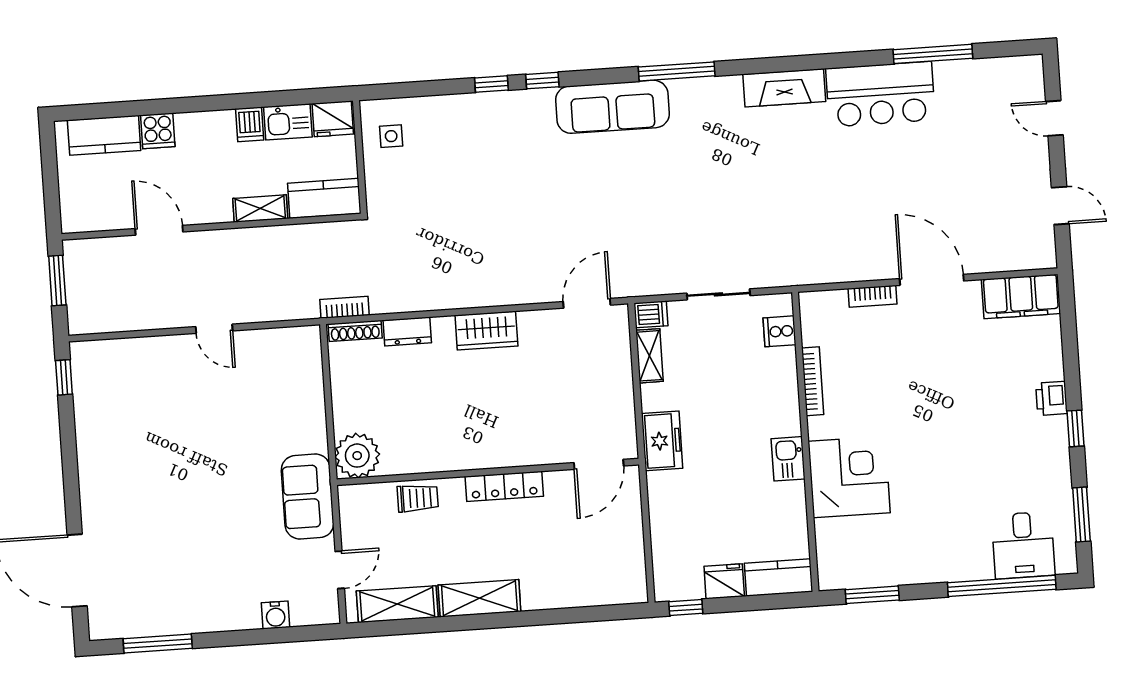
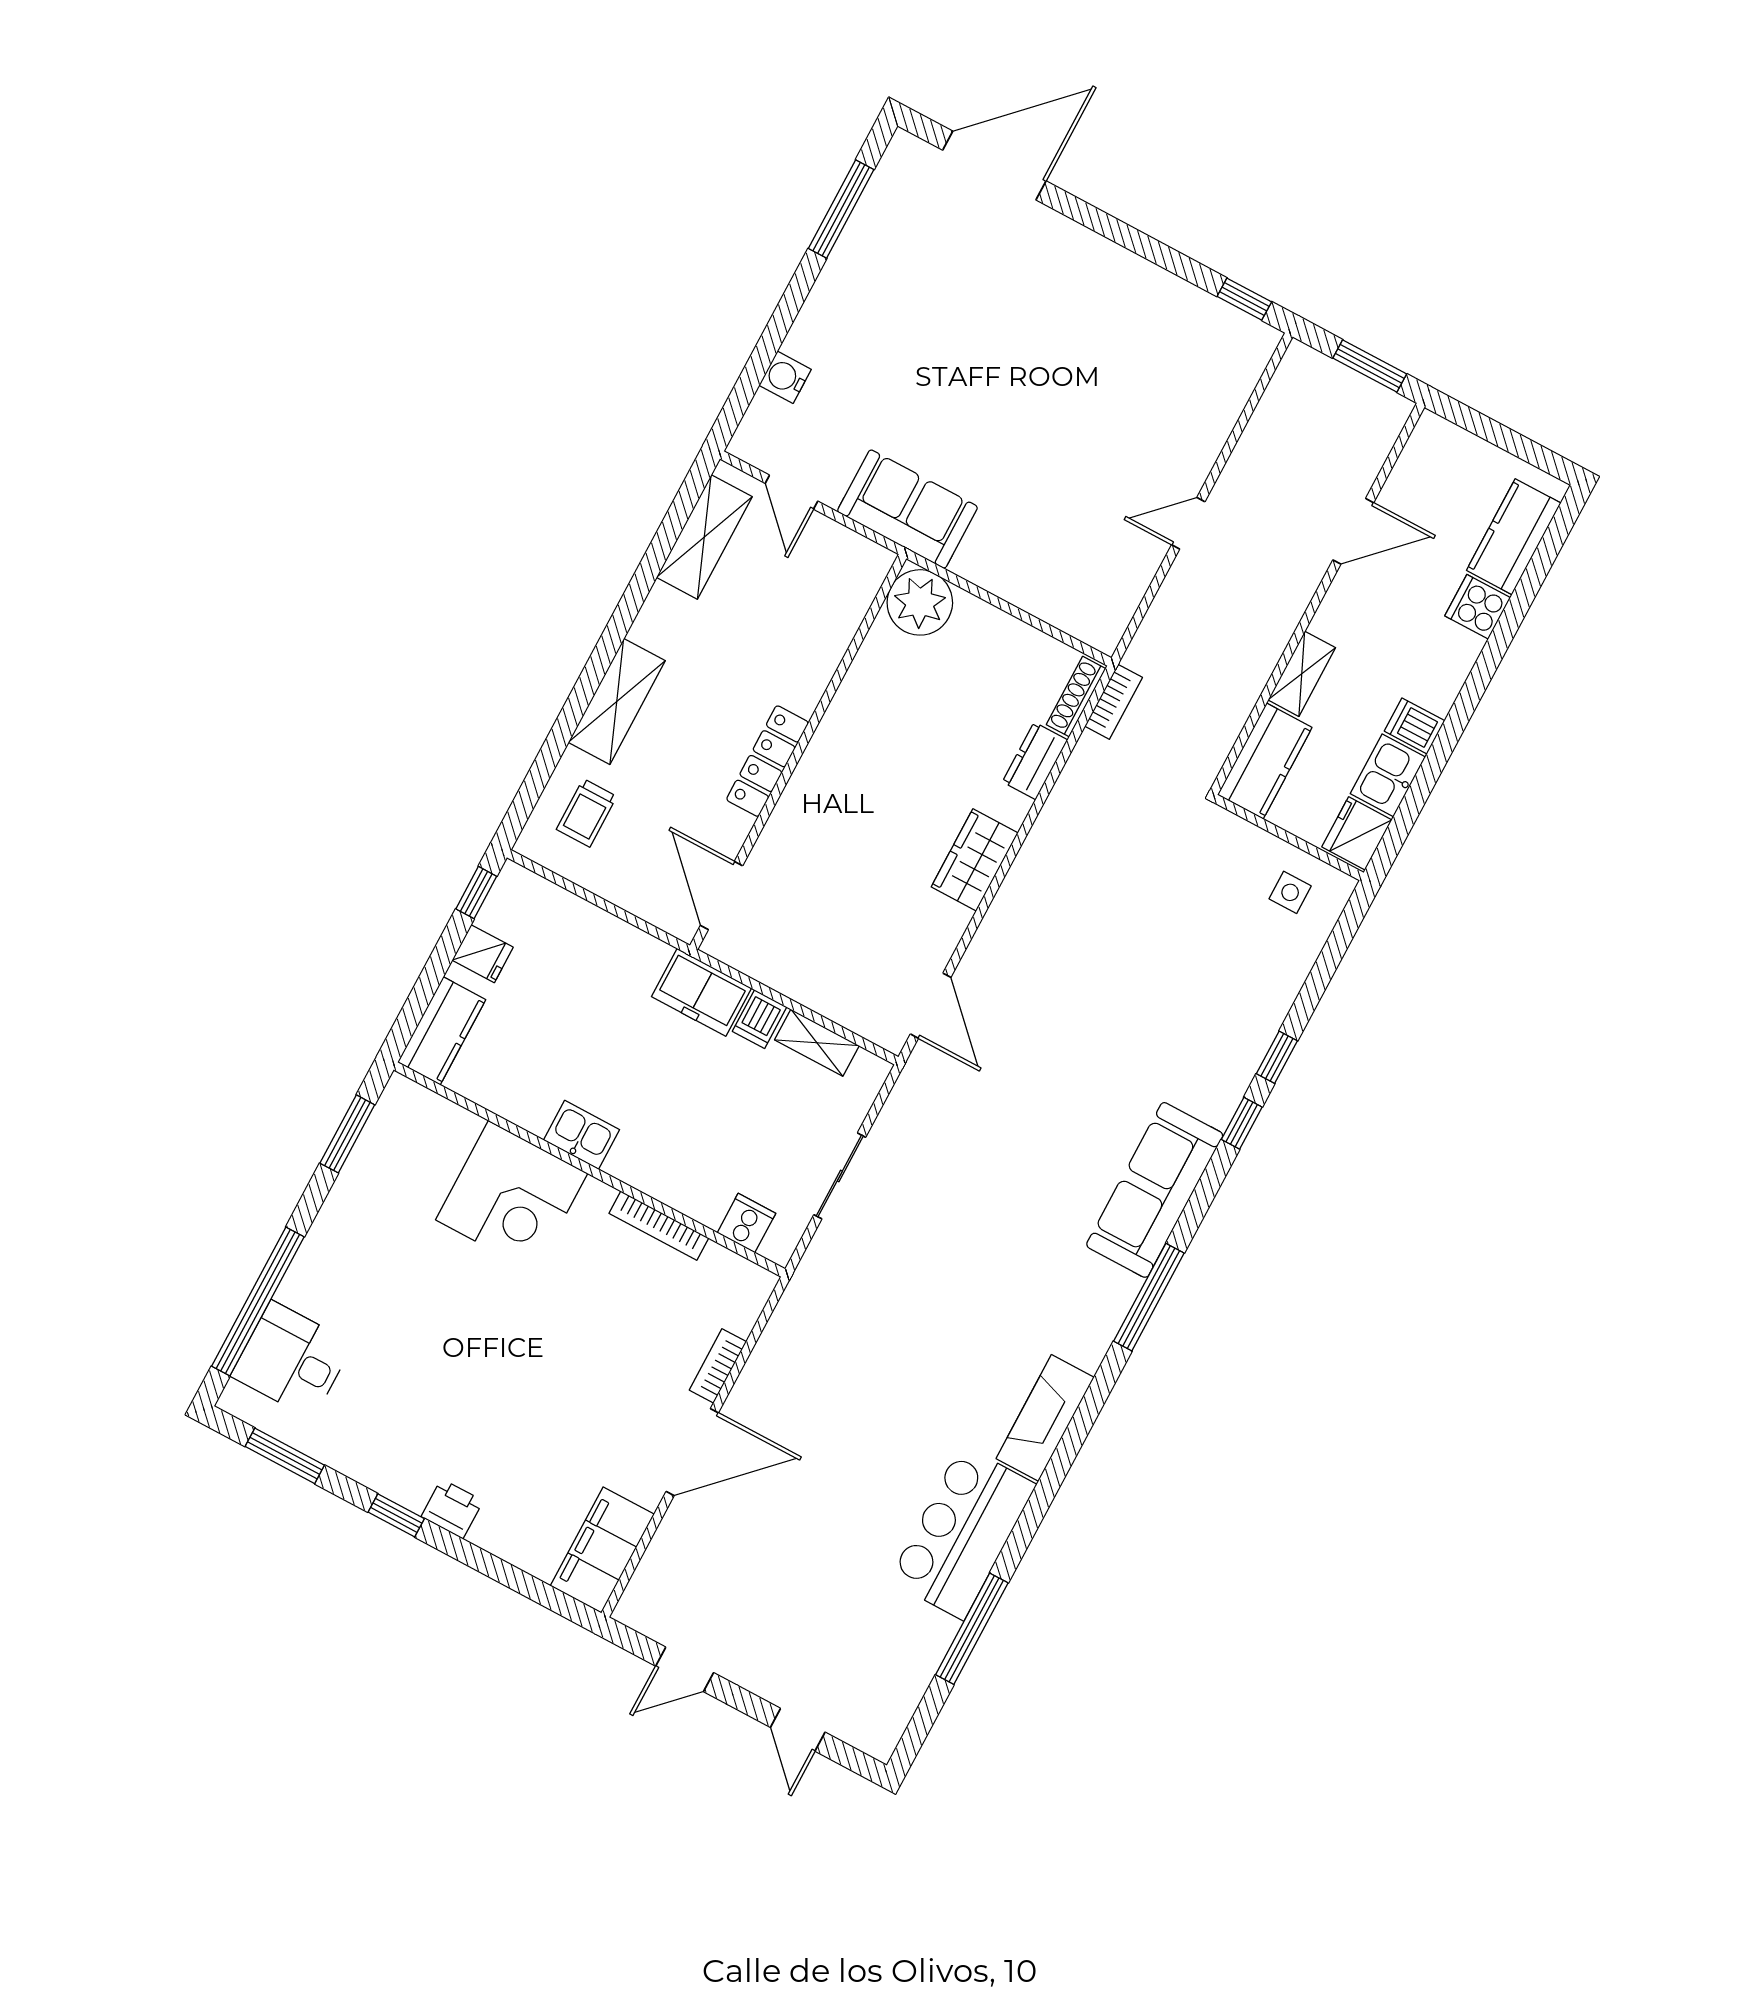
door: (1054, 118) -> (798, 1730), swing flipped
dishwasher: (651, 314) -> (760, 1019), moved
trolley: (418, 498) -> (587, 813), moved
fridge: (724, 581) -> (483, 954), width x0.72
shelving: (479, 598) -> (617, 701), moved

